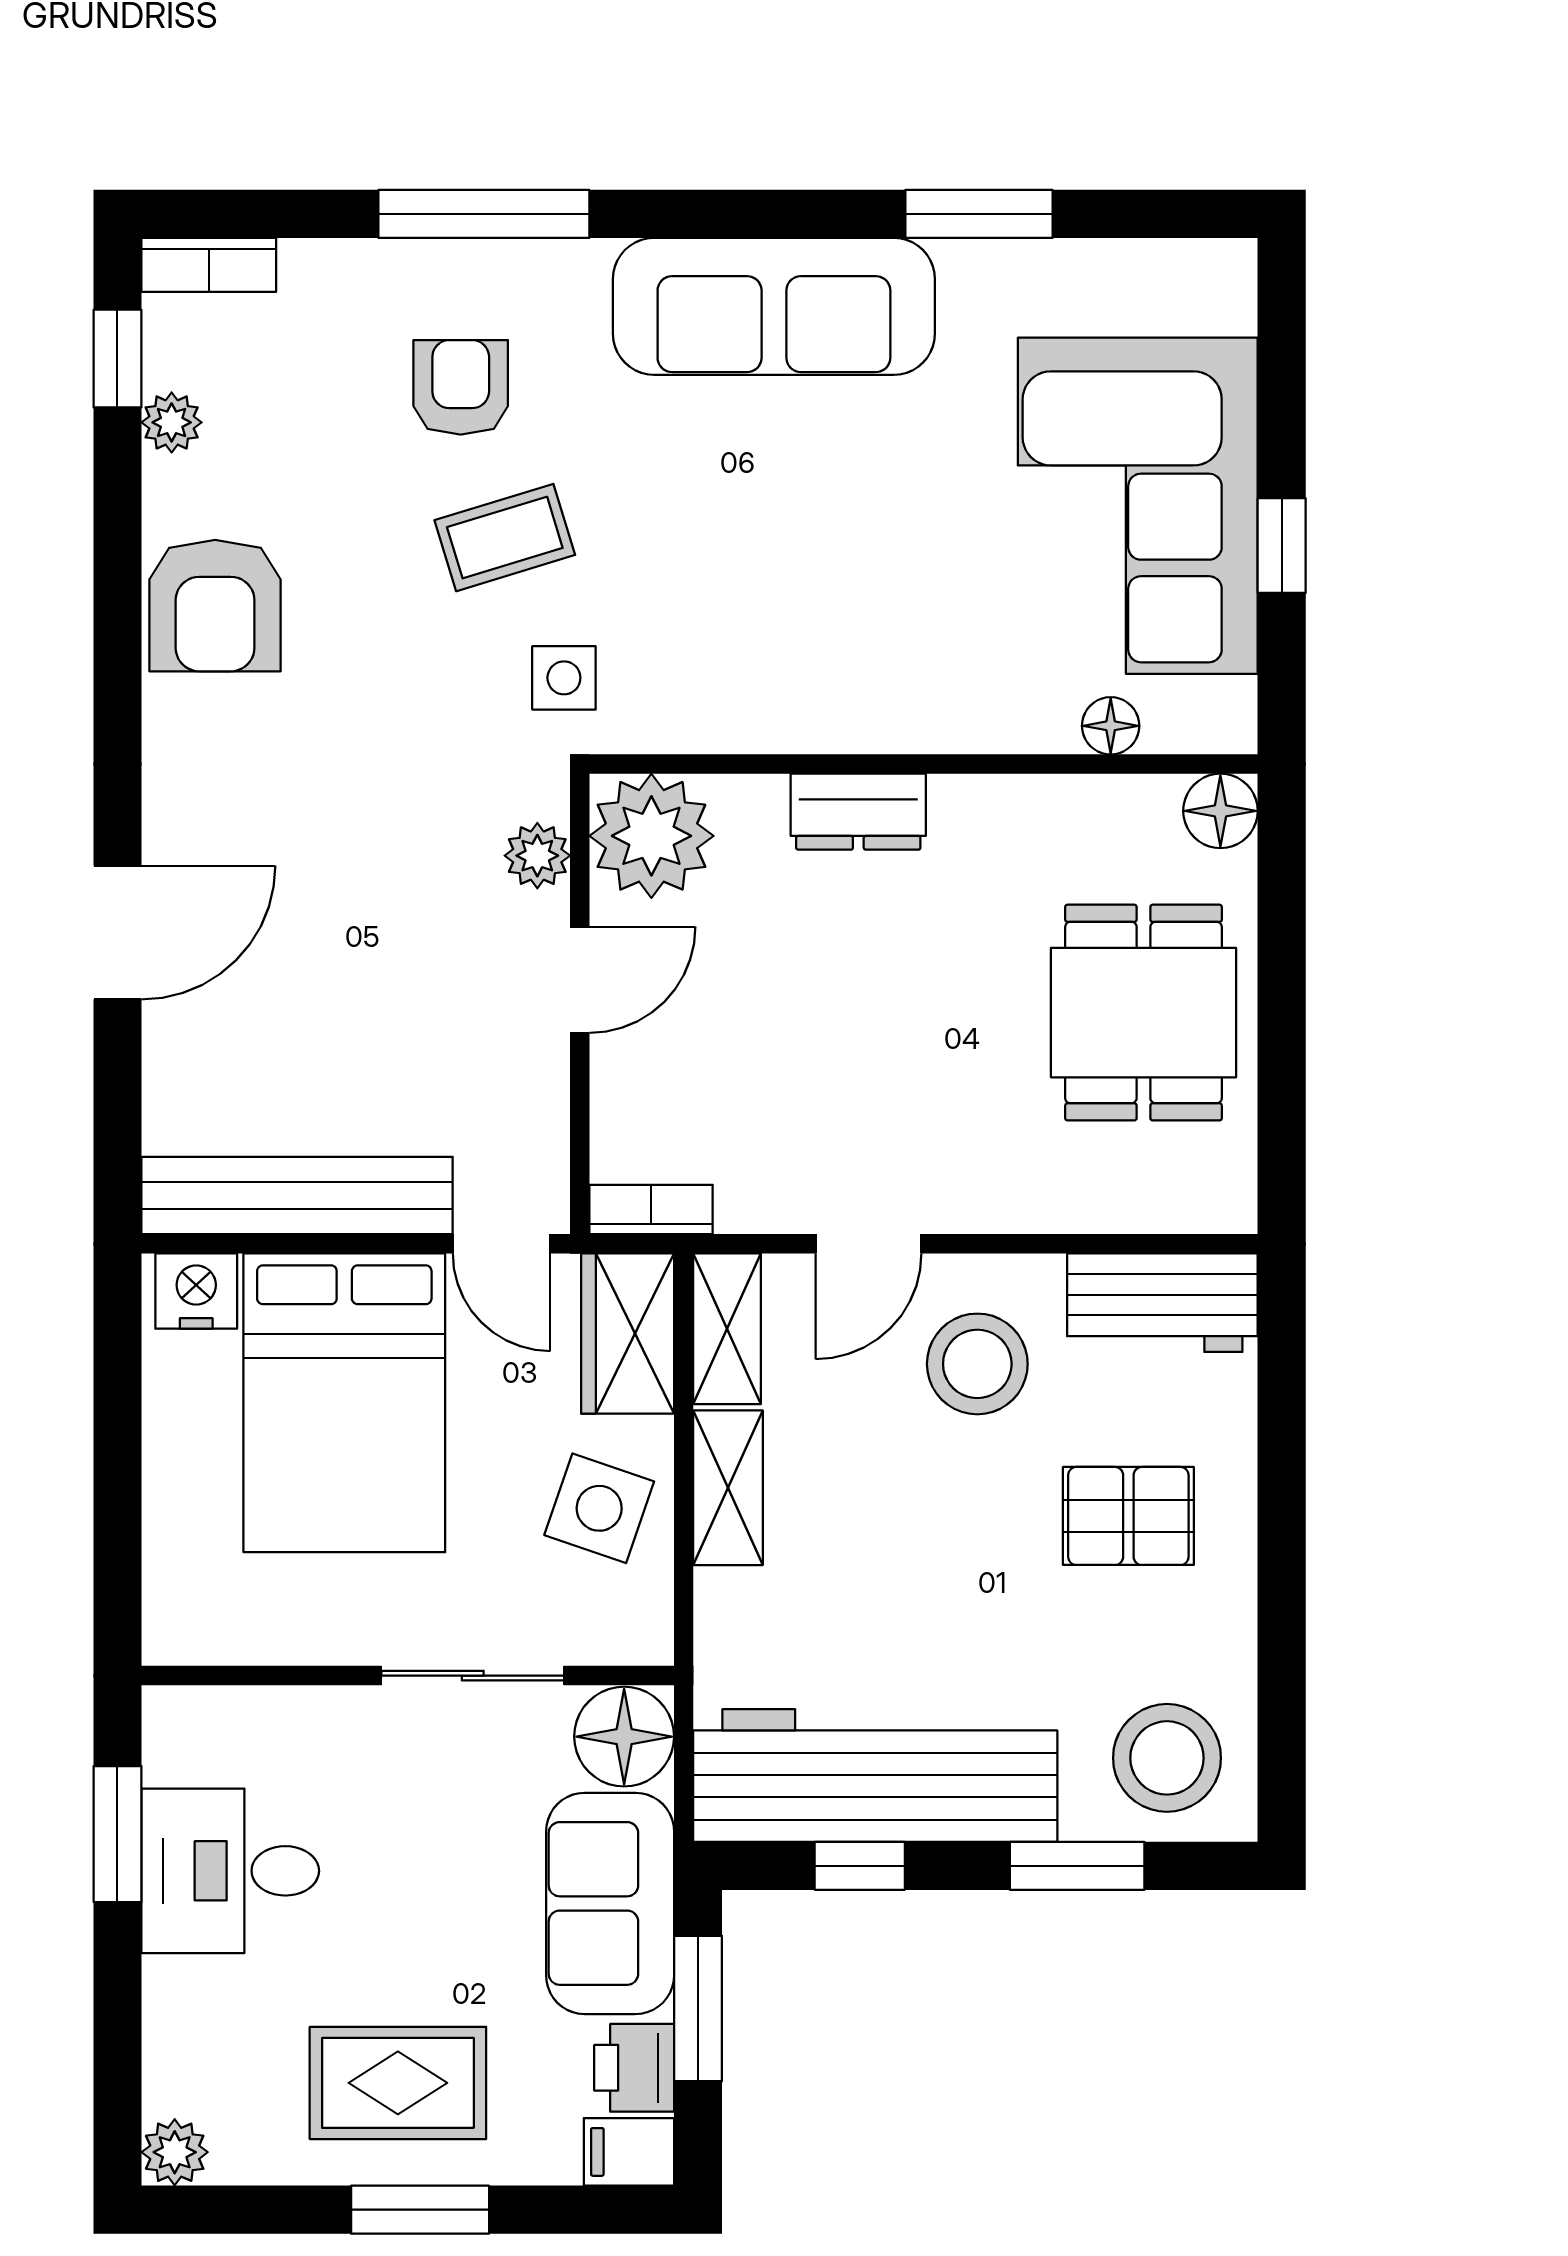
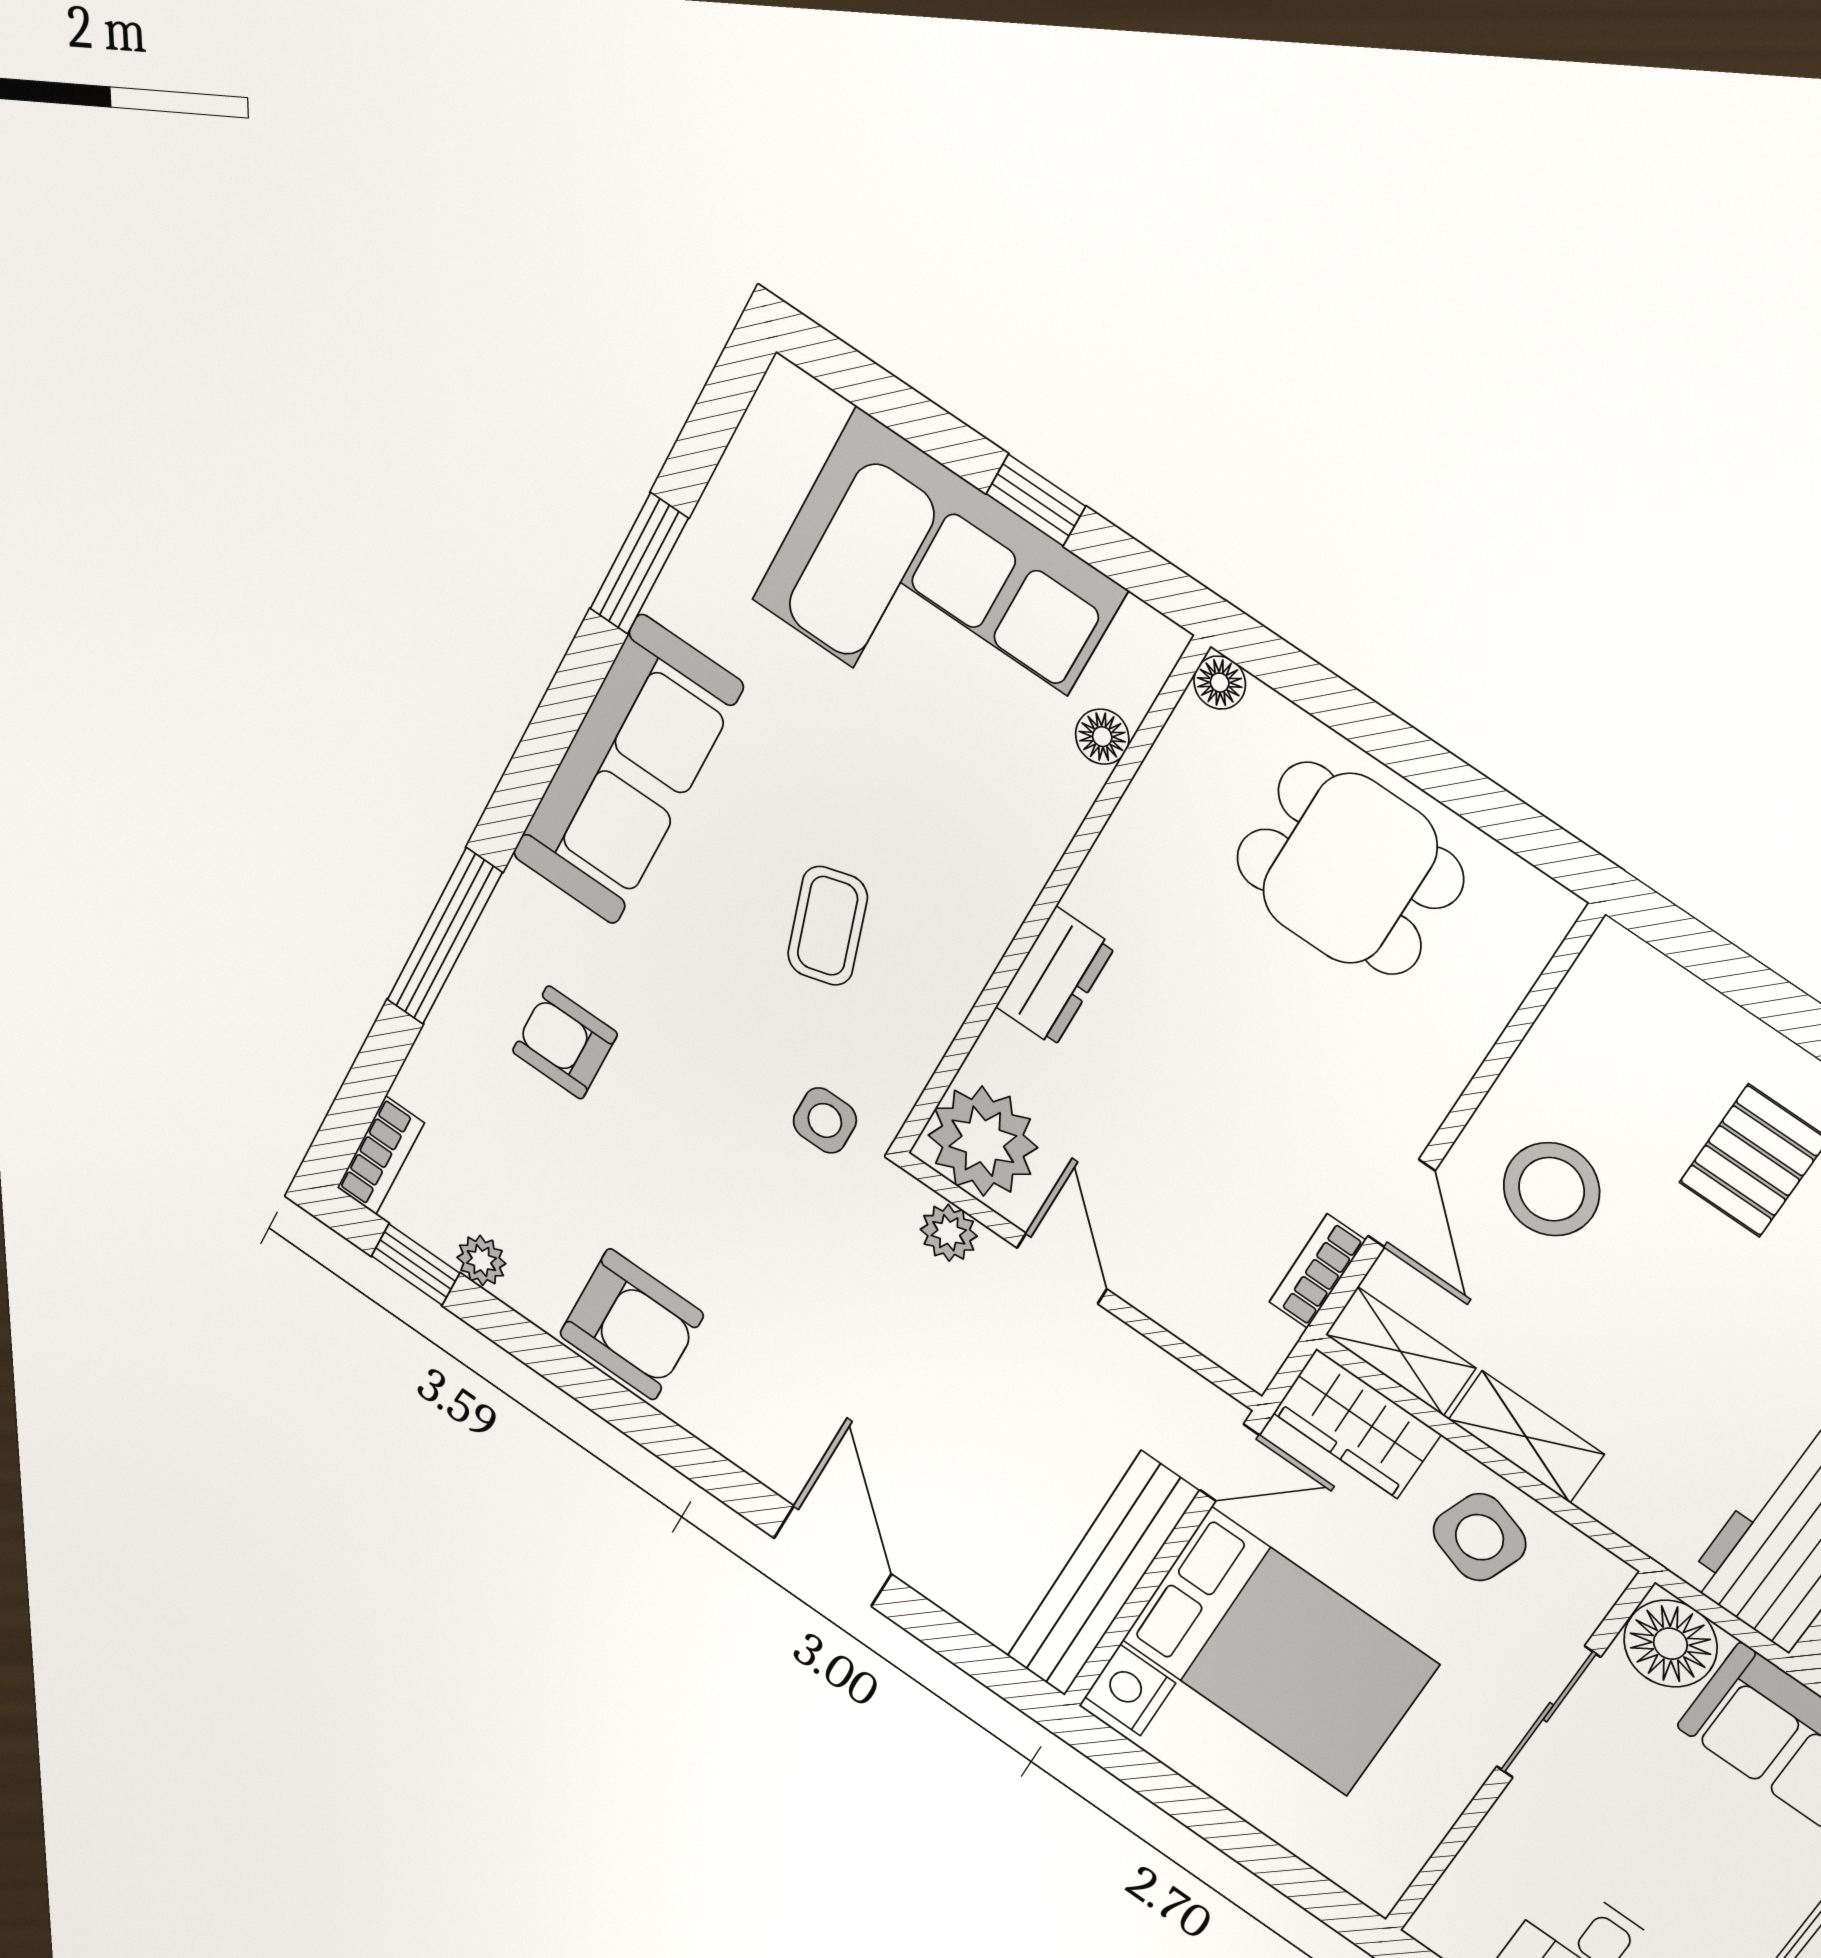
coffee table: (505, 538) -> (828, 926), moved
floor lamp: (1220, 811) -> (1220, 683), width x0.73, depth x0.73
bookcase: (651, 1210) -> (1317, 1271), moved
workbench: (1162, 1303) -> (1596, 1015), removed

